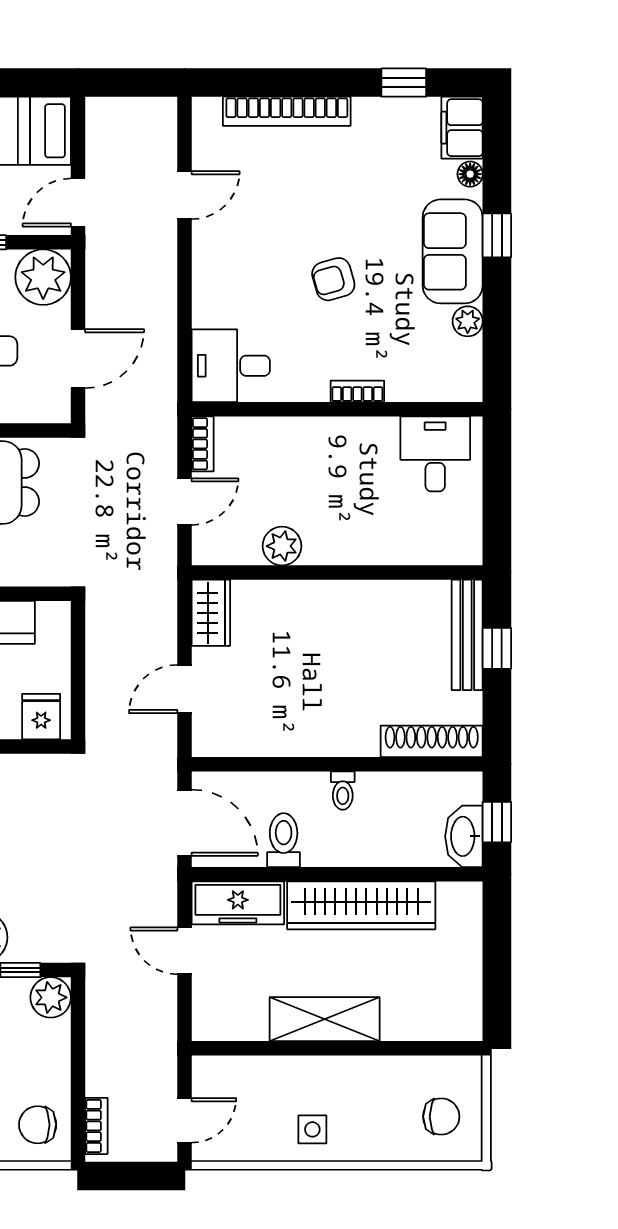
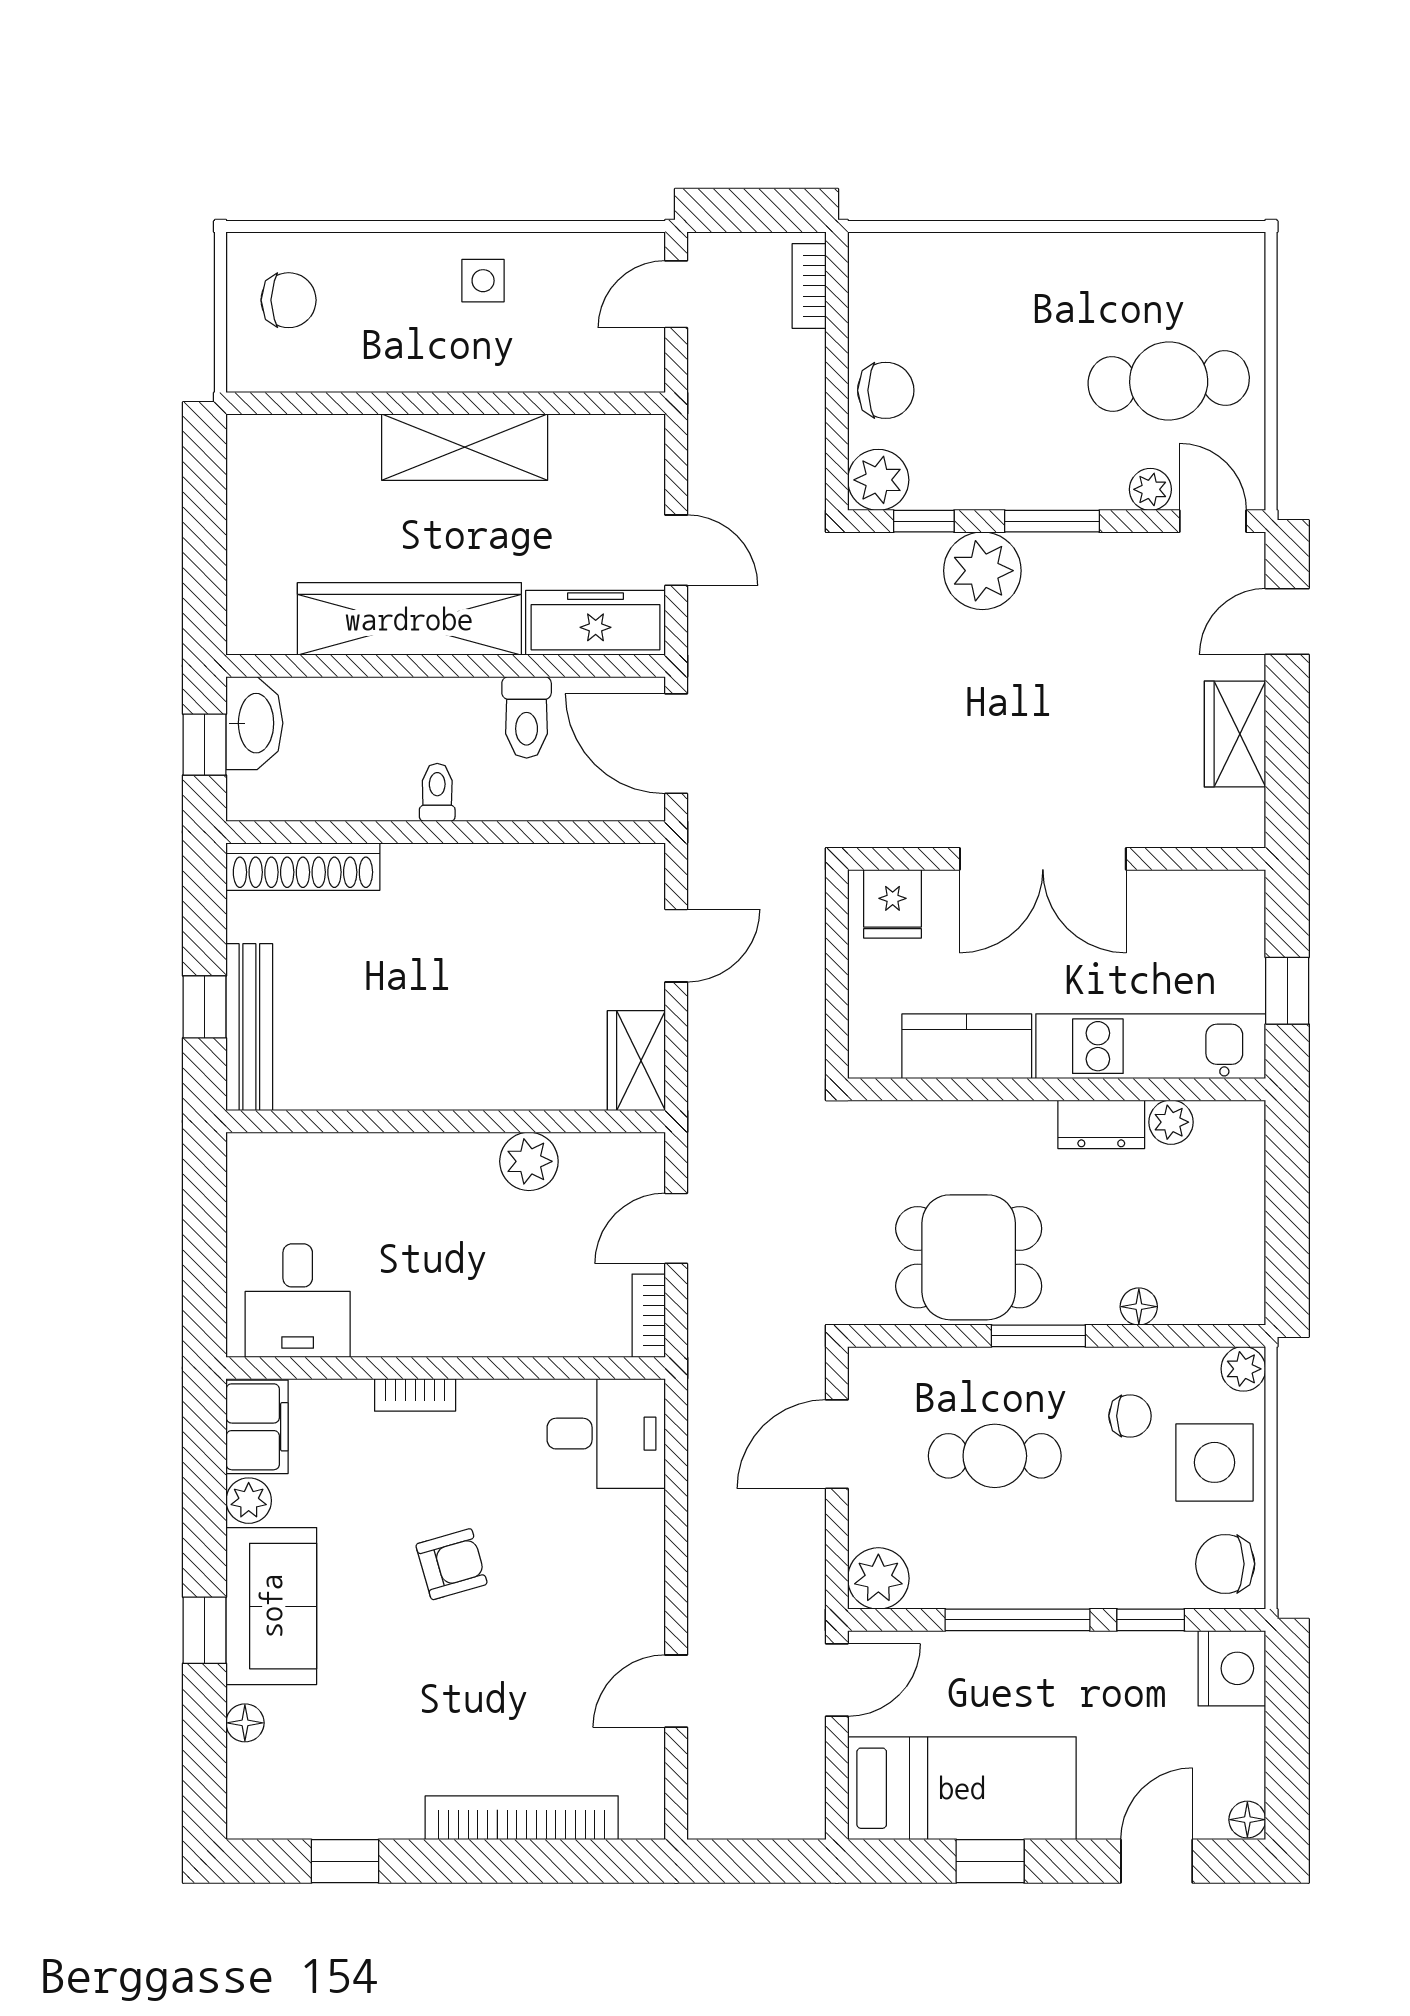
filing cabinet: (462, 128) -> (257, 1427), moved
plant: (43, 277) -> (878, 1578), width x0.73, depth x0.73
chair: (441, 1117) -> (289, 300), turned 180
chair: (38, 1125) -> (886, 390), moved

